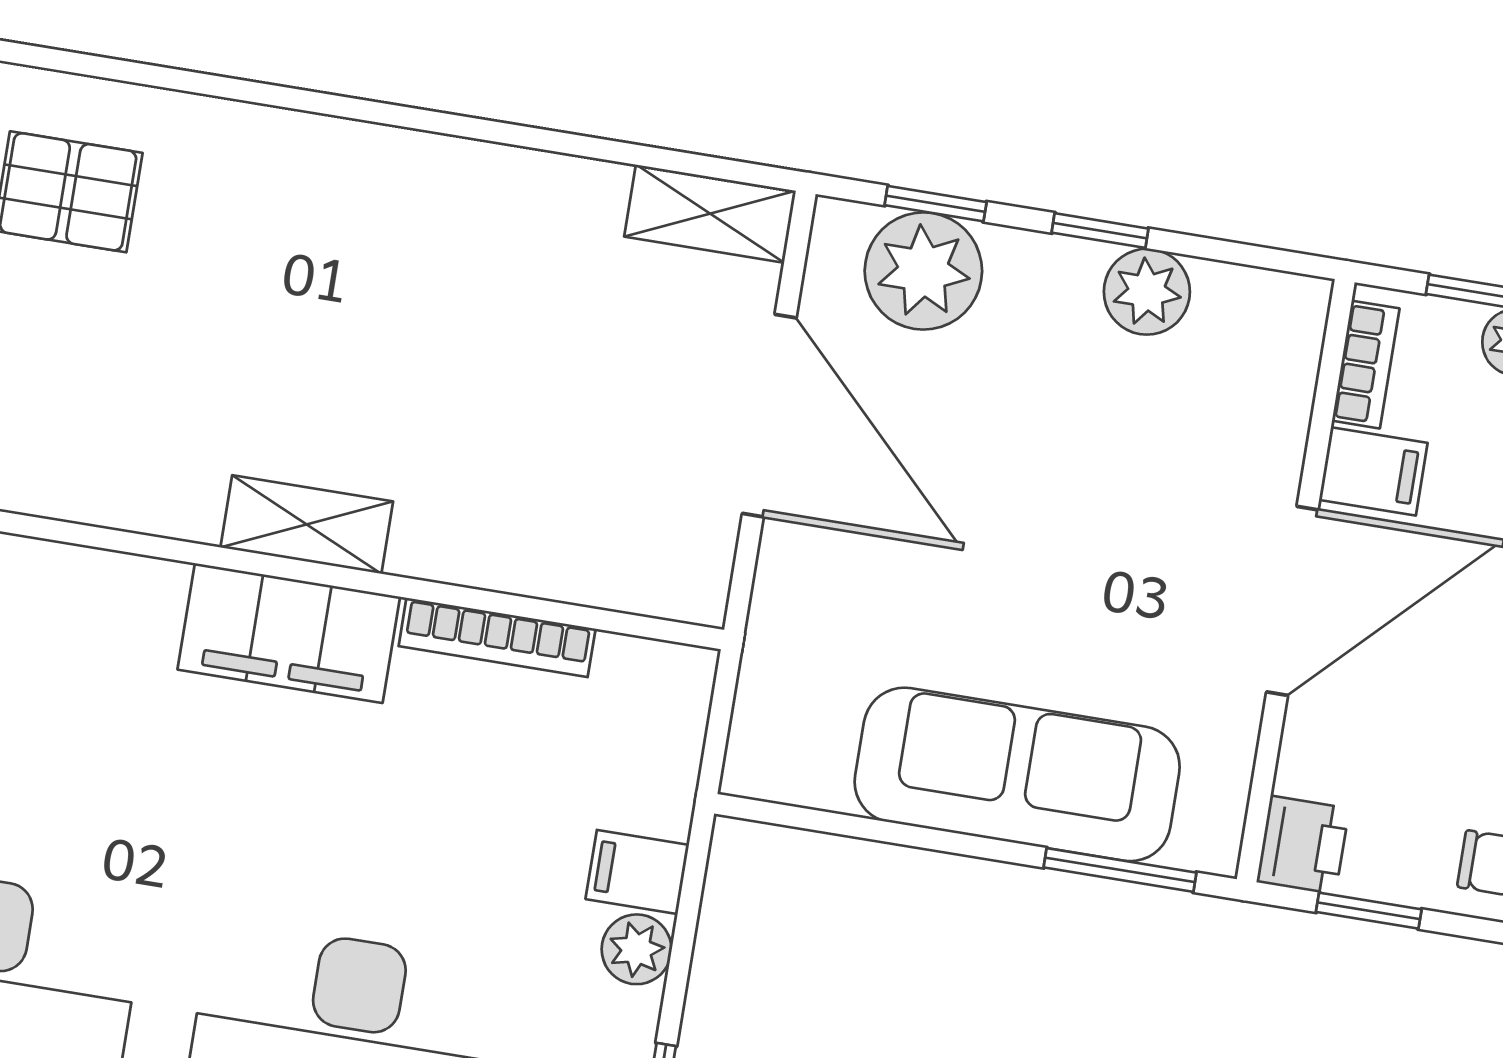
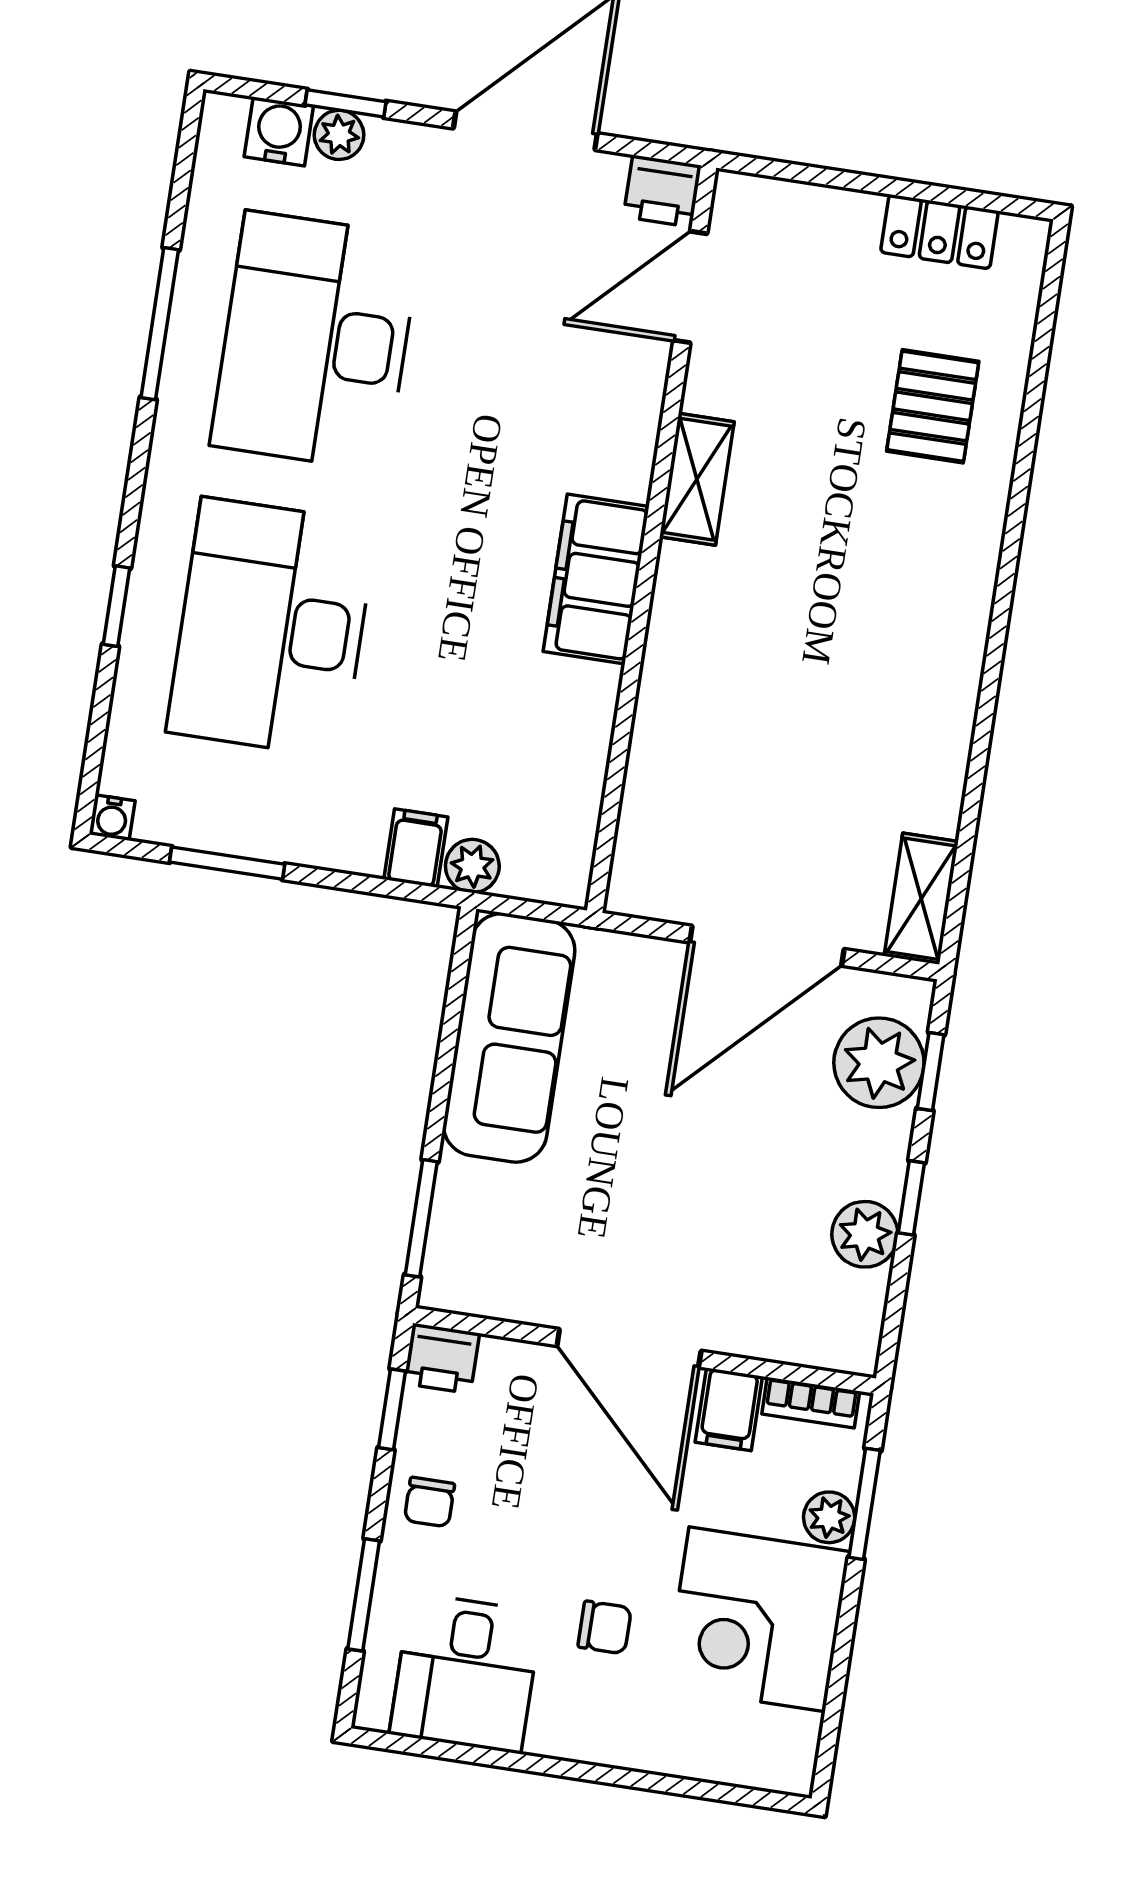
shelving: (307, 524) -> (697, 479), moved
bookcase: (497, 637) -> (594, 739), removed
sofa: (1017, 774) -> (509, 1038), moved
plant: (637, 949) -> (472, 866), moved

